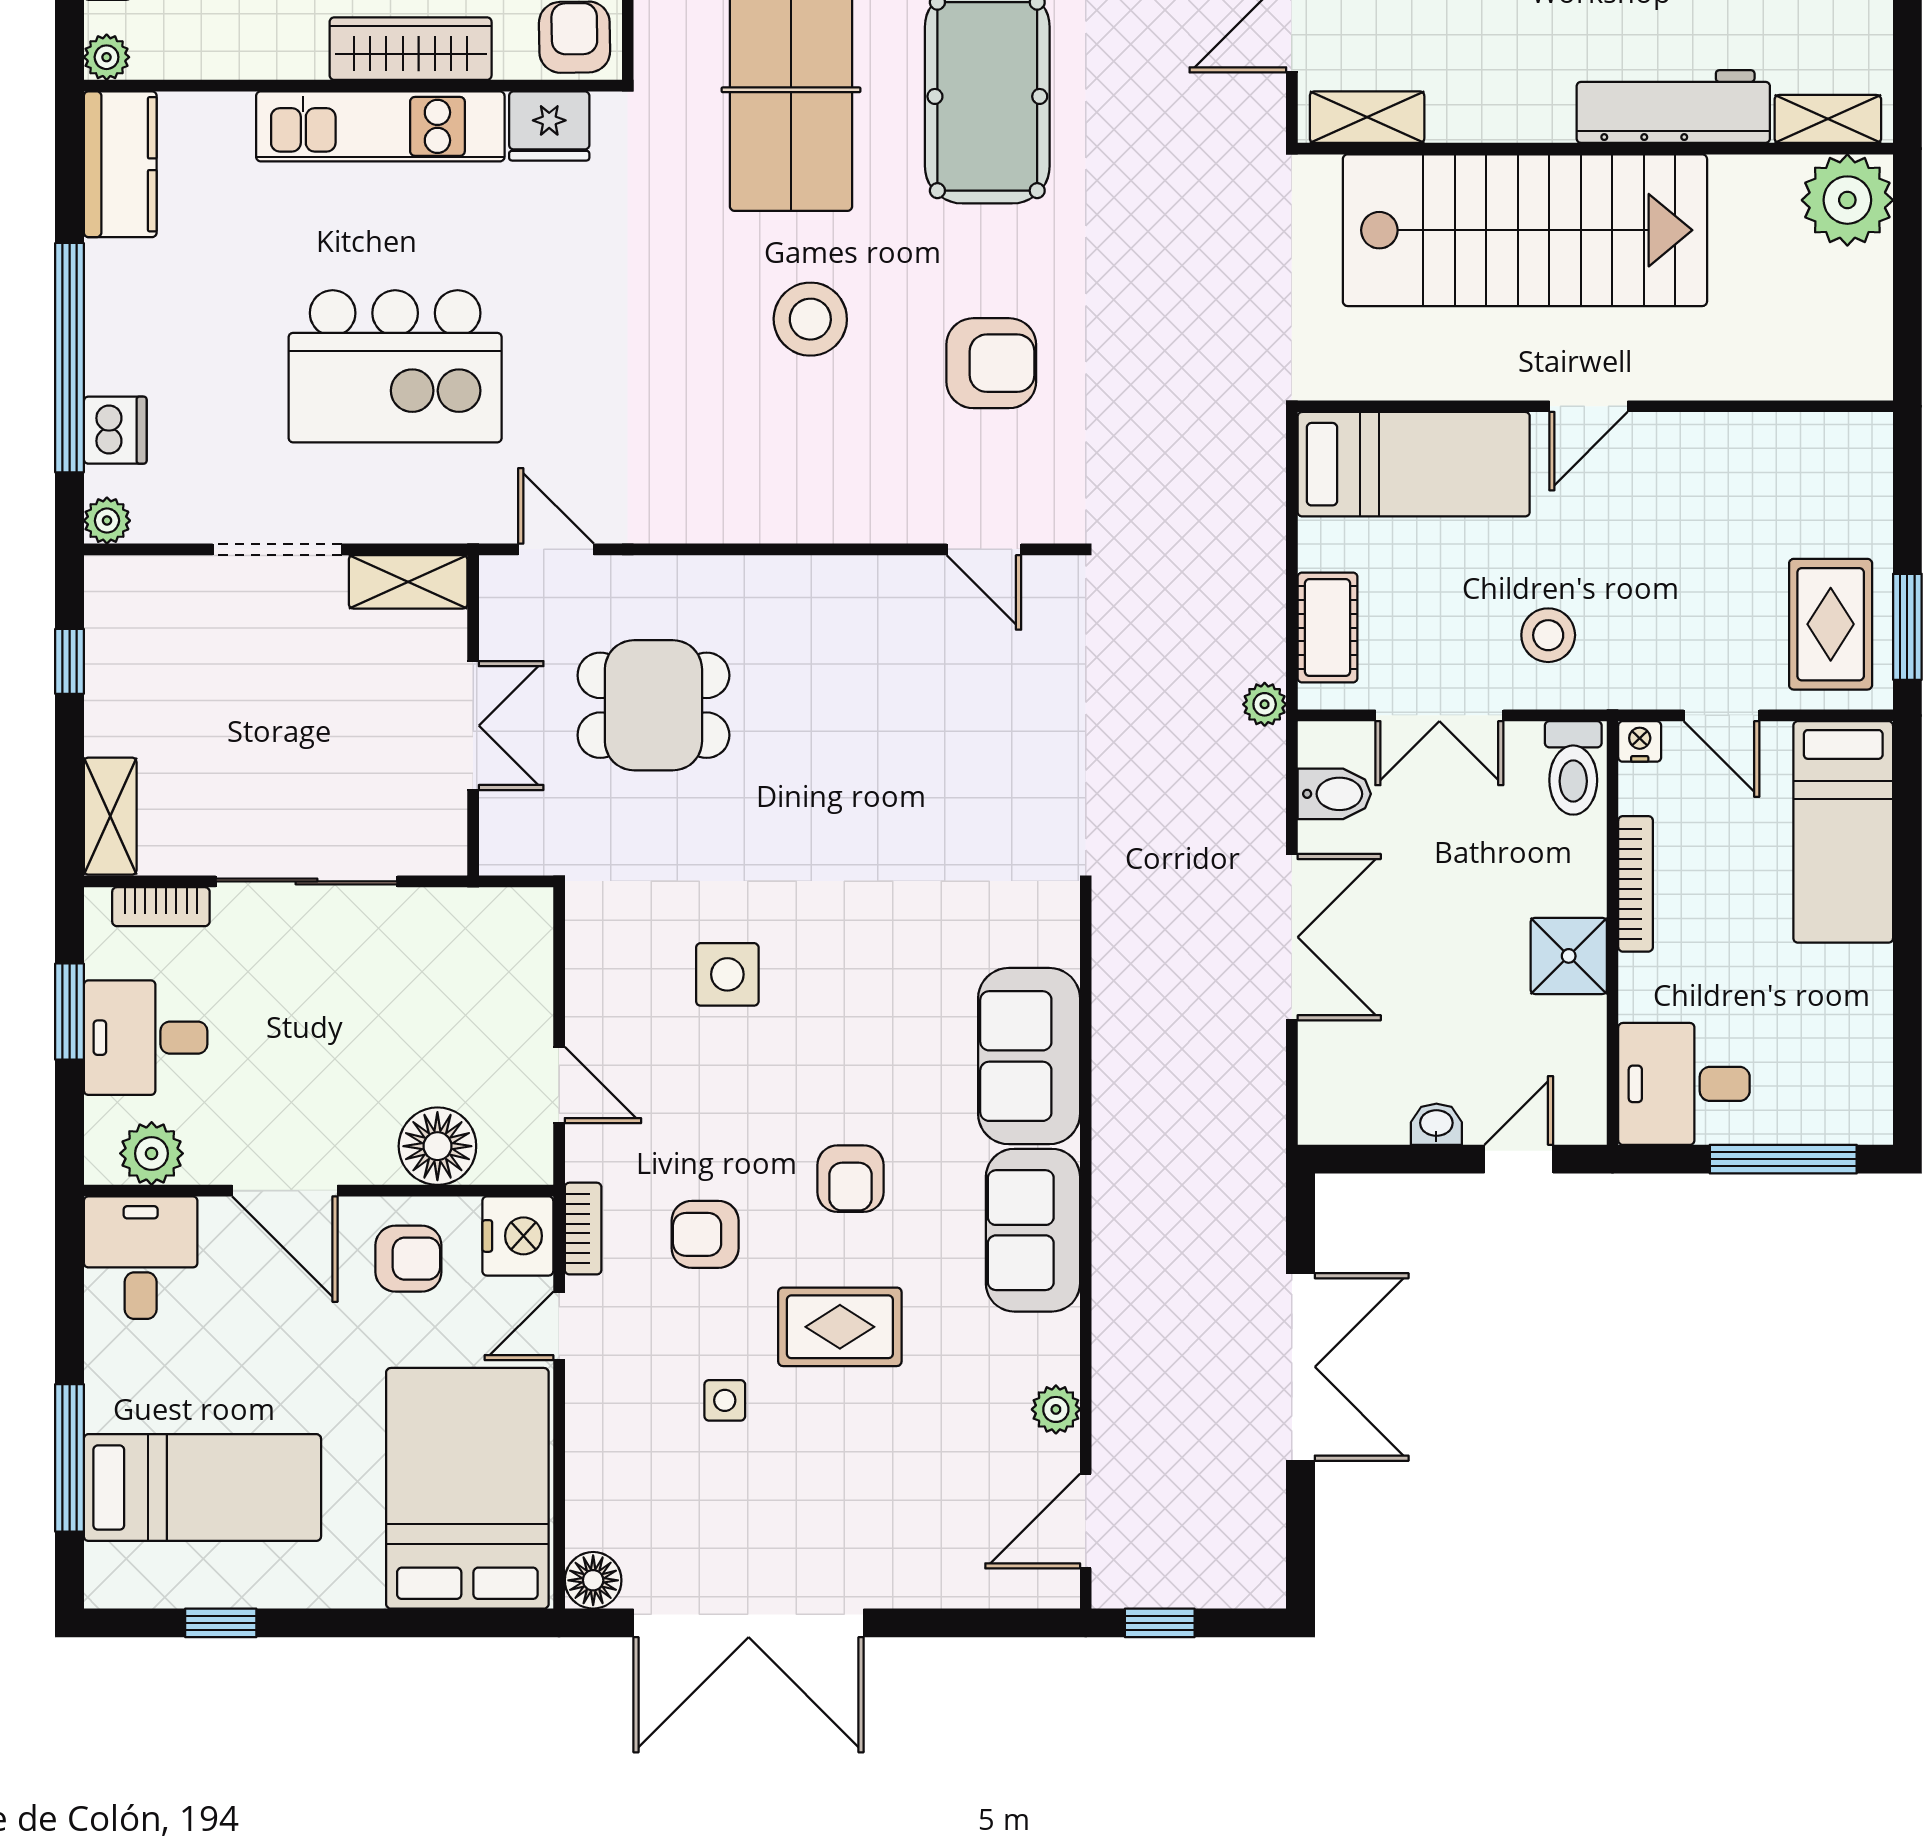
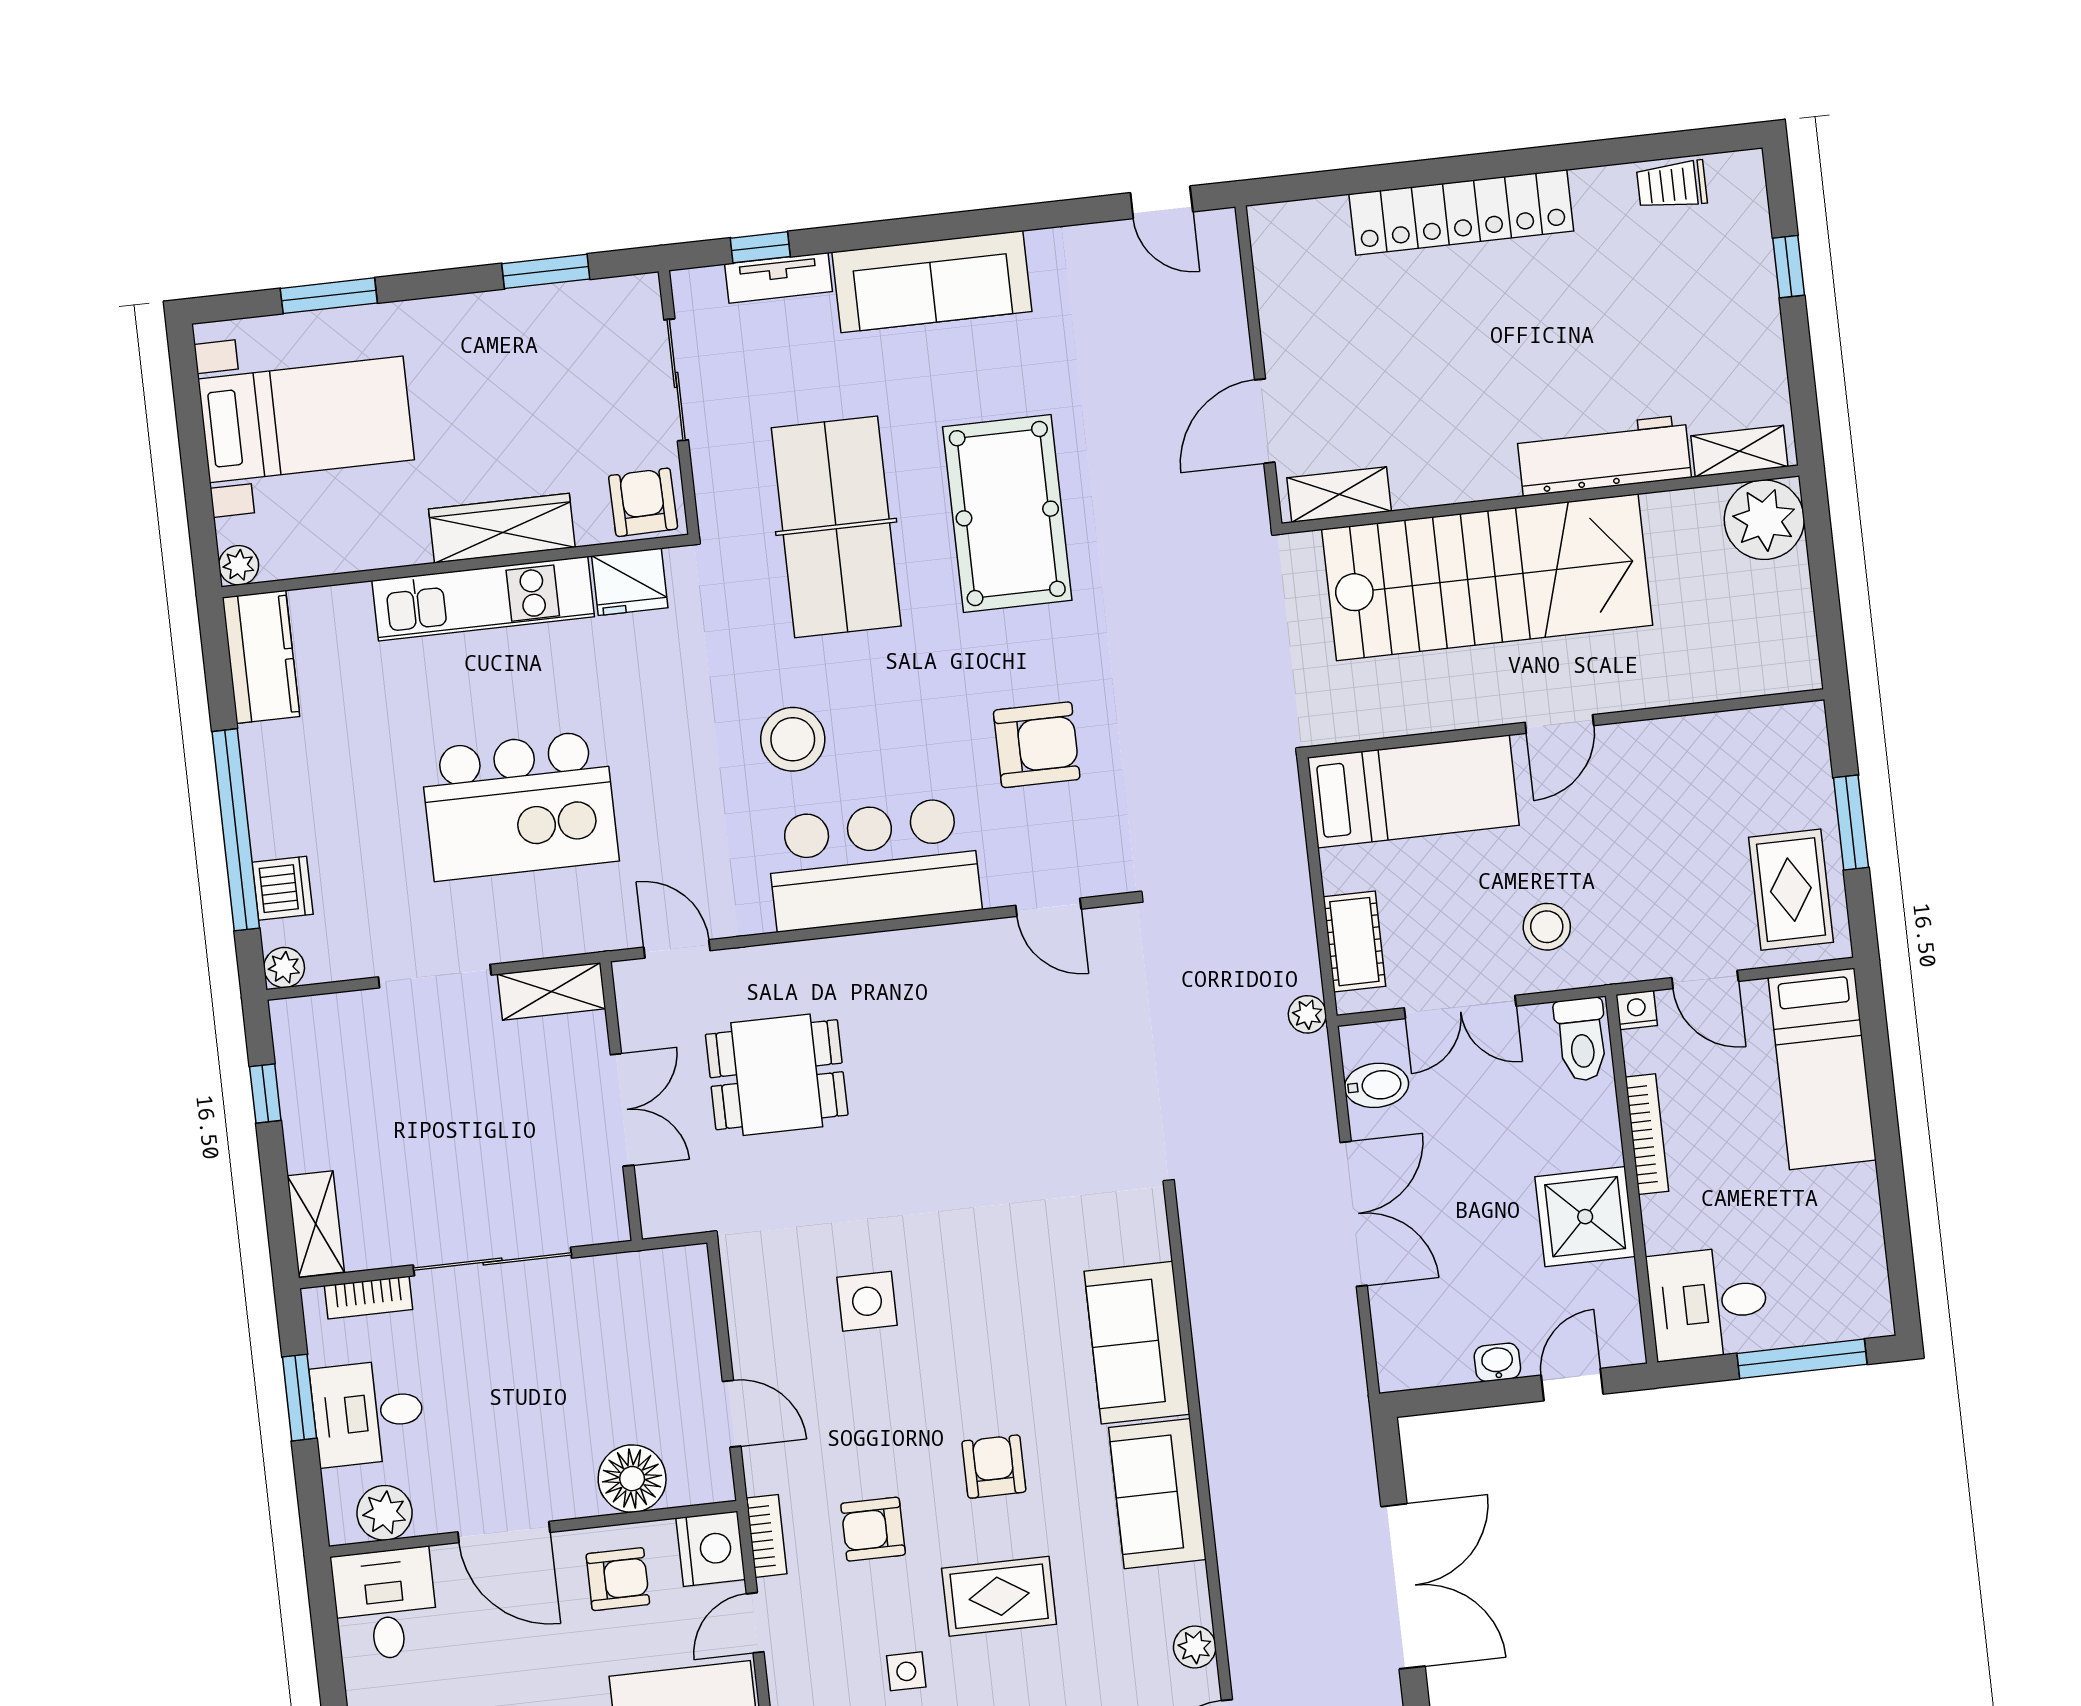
stool: (810, 319) -> (793, 739), moved
bar counter: (790, 478) -> (873, 864), added
window: (1907, 627) -> (1851, 823), moved
shower: (1569, 956) -> (1585, 1217), width x1.36, depth x1.36
armchair: (850, 1179) -> (994, 1467), turned 180

